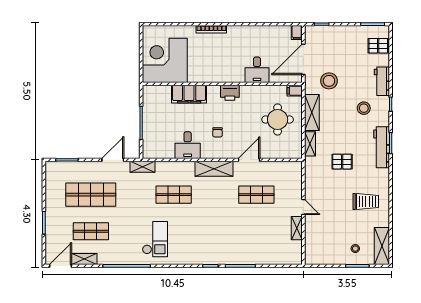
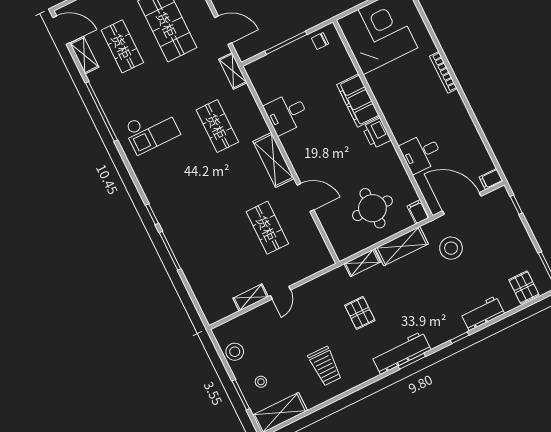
filing cabinet: (189, 94) -> (358, 101), moved
stool: (364, 108) -> (235, 352), moved
chair: (217, 132) -> (320, 41), moved

